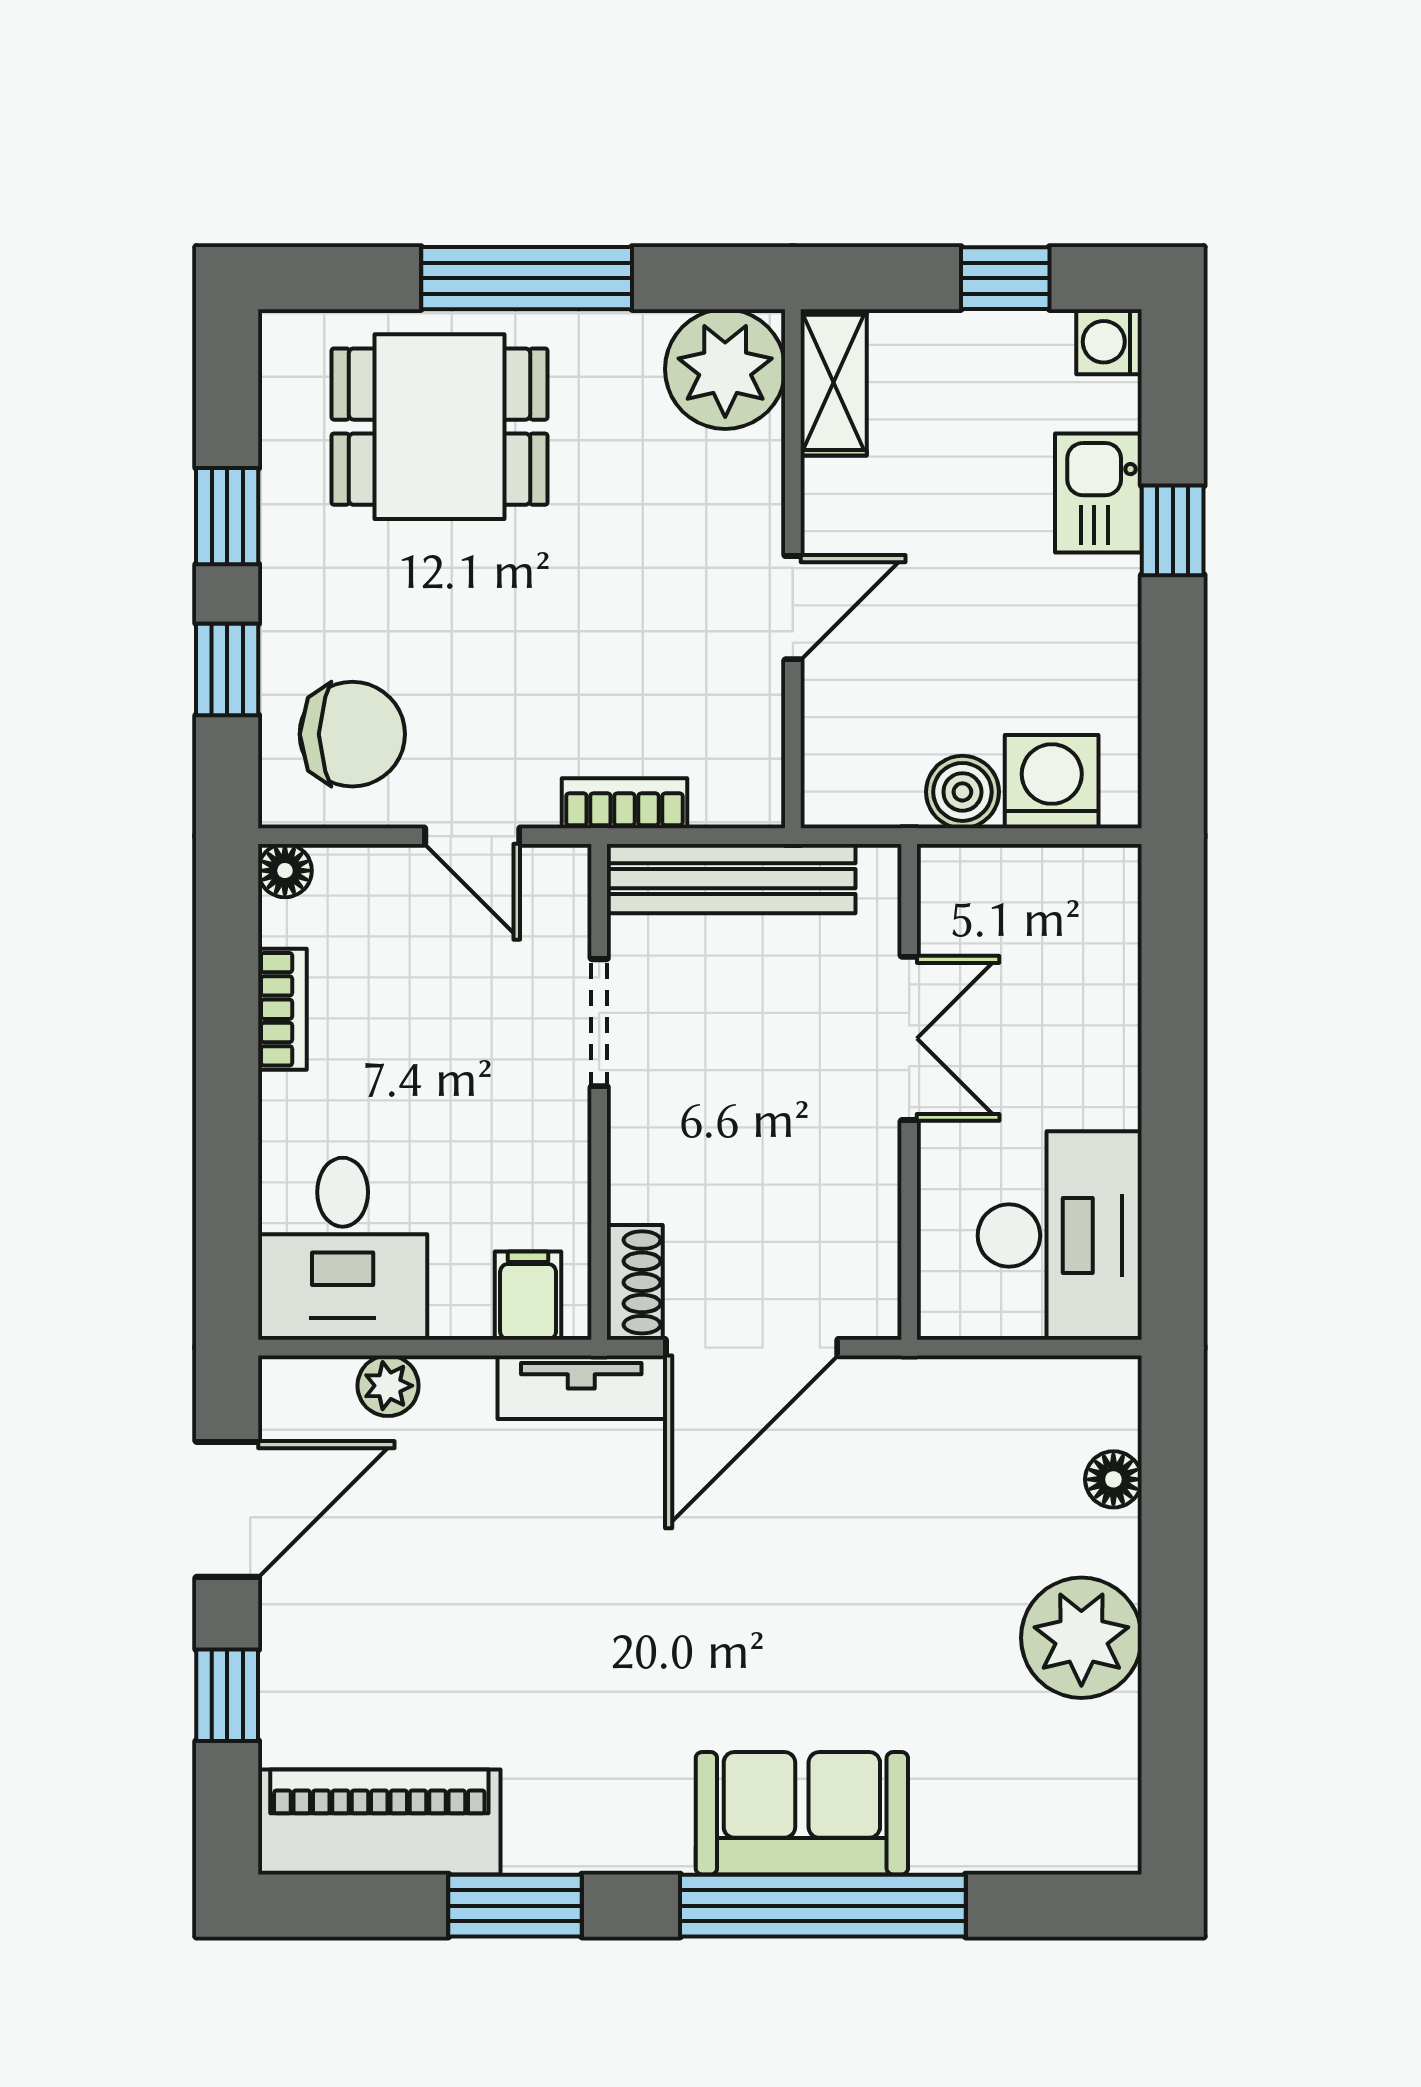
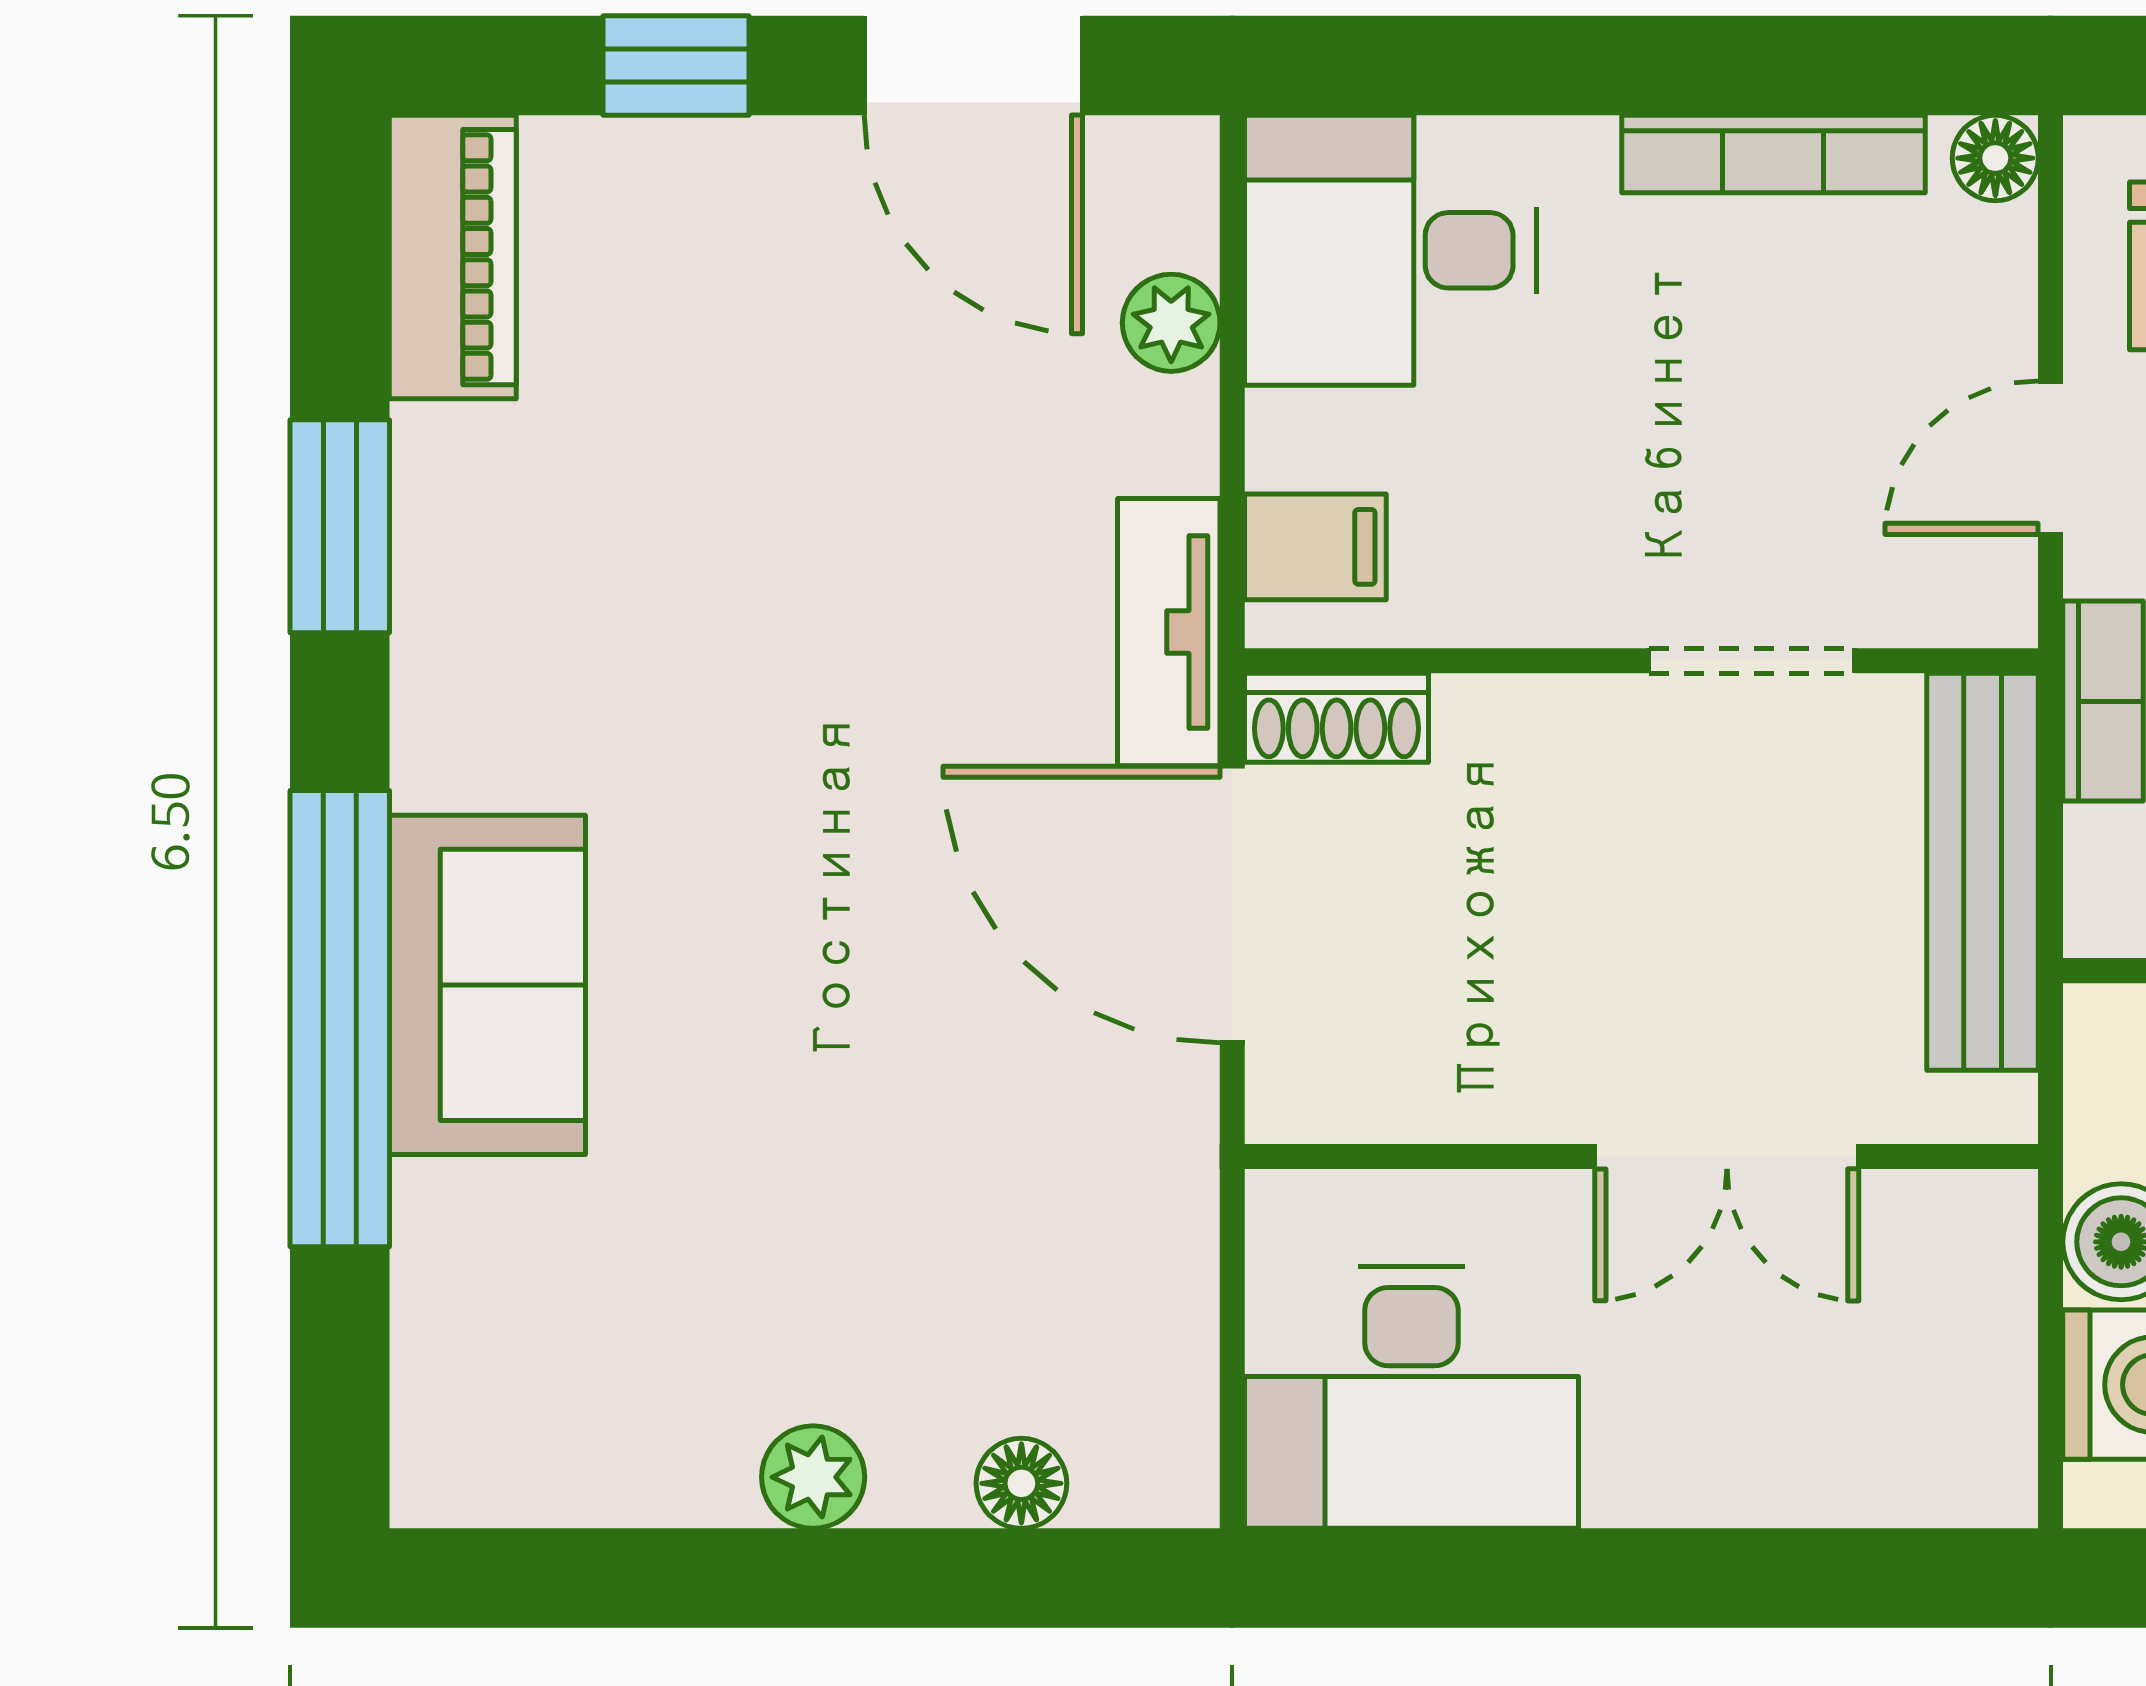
bookcase: (282, 1009) -> (1773, 154), width x1.56
plant: (1081, 1638) -> (813, 1477), width x0.53, depth x0.53
piano: (379, 1822) -> (453, 257), width x0.73, depth x0.75

